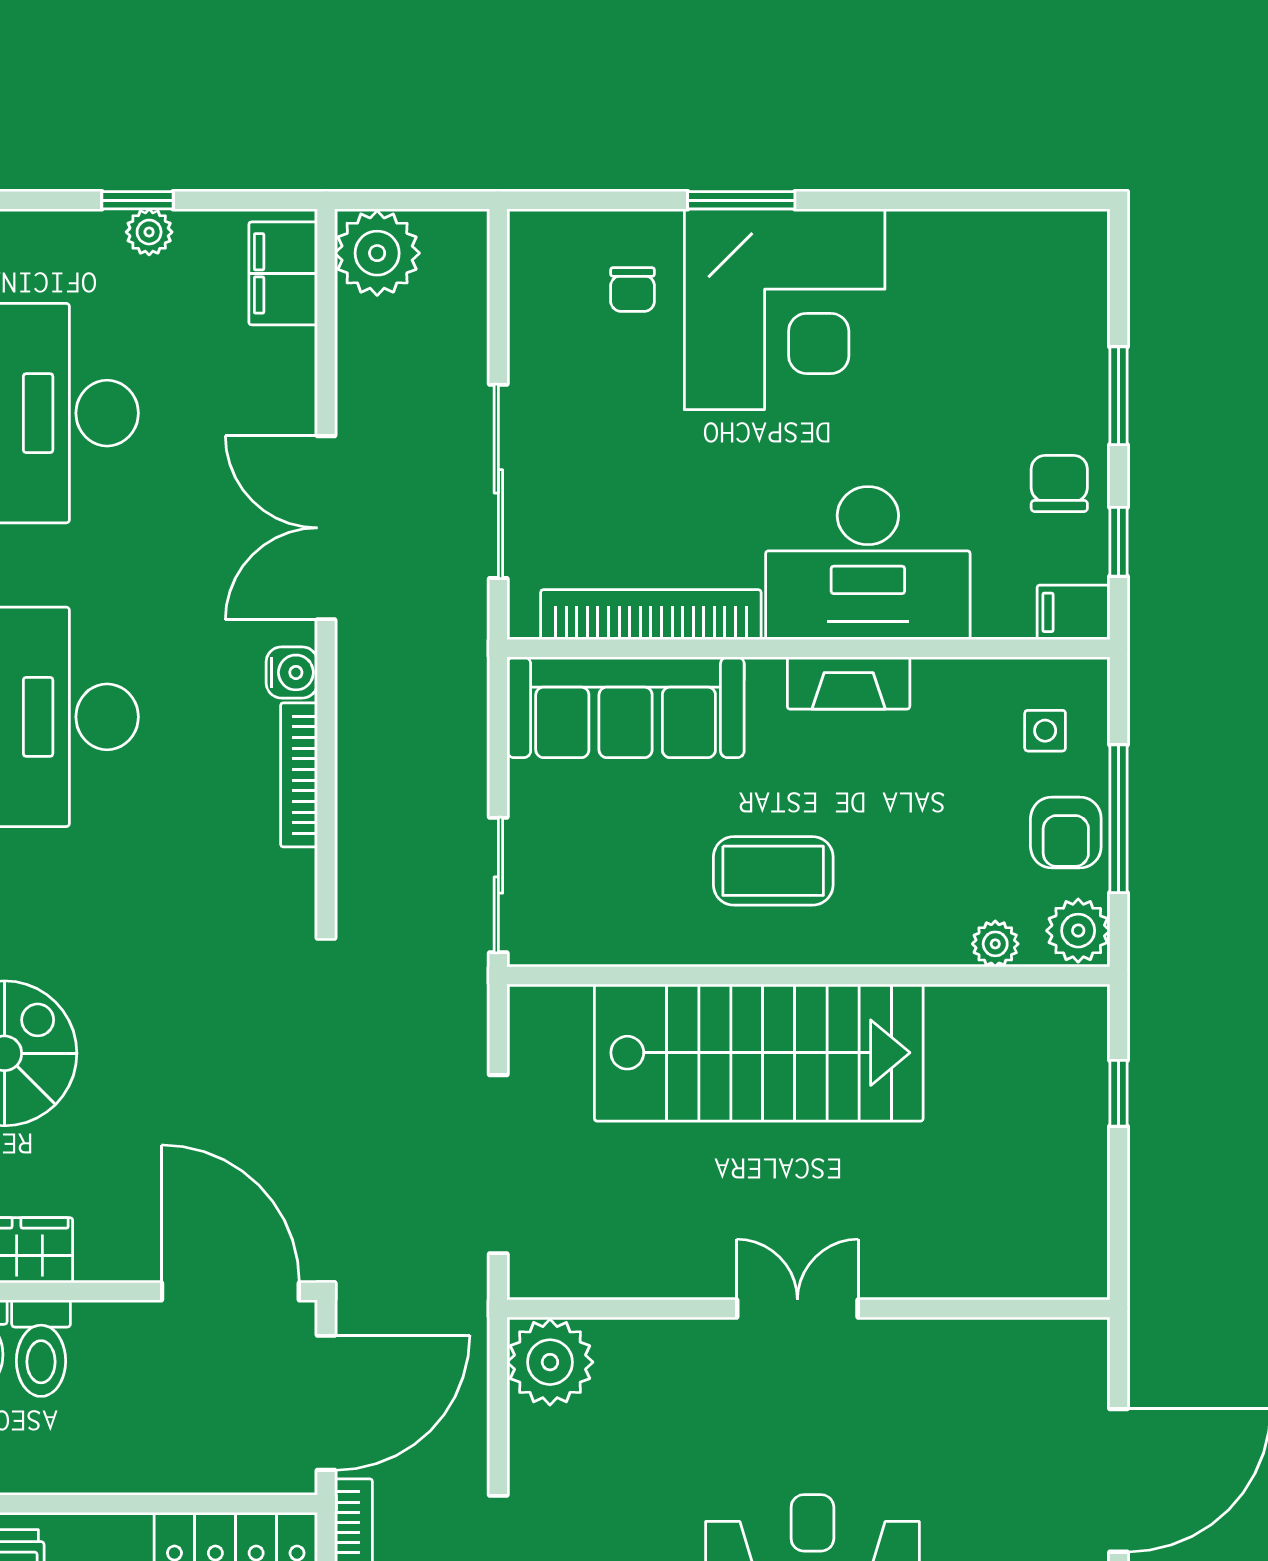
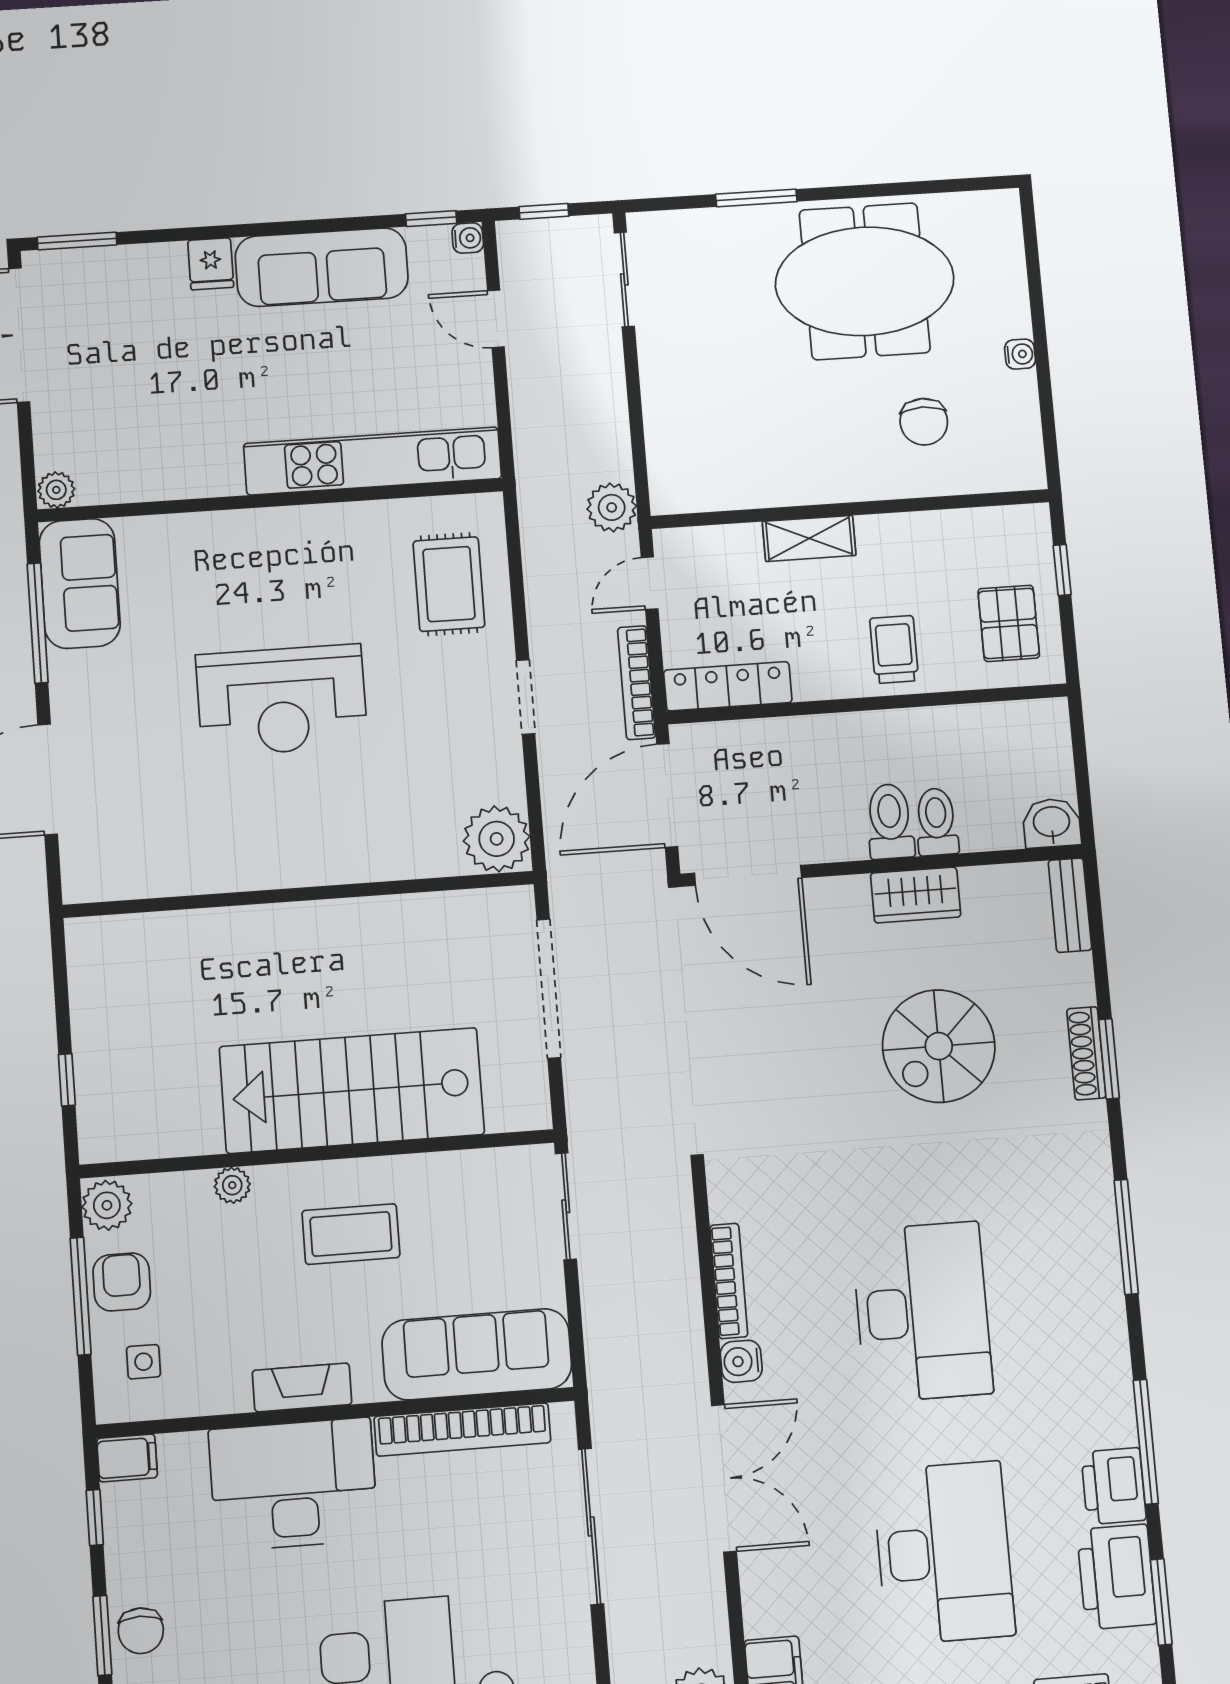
chair: (1059, 484) -> (141, 1631), moved
plant: (995, 944) -> (232, 1185), moved
double door: (797, 1309) -> (307, 894), removed

